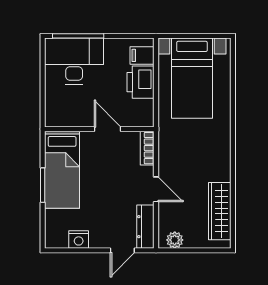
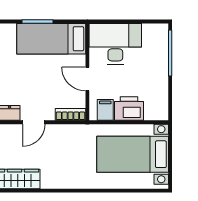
filing cabinet: (142, 55) -> (105, 110), moved
desk: (74, 61) -> (115, 44), moved, turned -90
door: (107, 129) -> (87, 79), swing flipped

